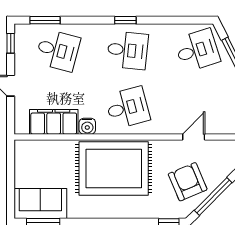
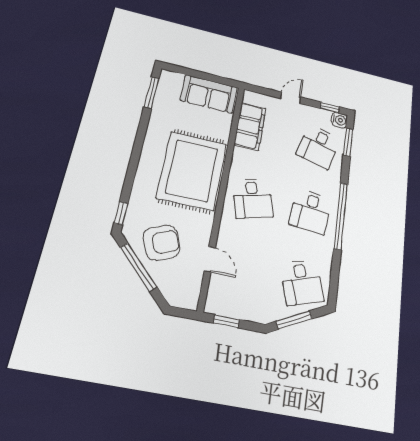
window: (125, 20) -> (341, 216), width x3.17
water cooler: (87, 126) -> (339, 120), moved, turned 180
sofa: (40, 204) -> (209, 94), moved, turned 90

